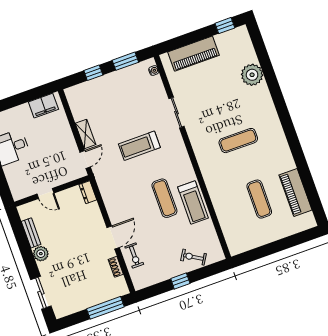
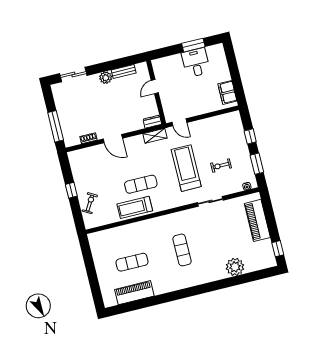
shelving: (85, 134) -> (155, 136), moved
treadmill: (139, 146) -> (186, 168), width x1.37, depth x1.38
exercise bike: (134, 255) -> (221, 166), moved

